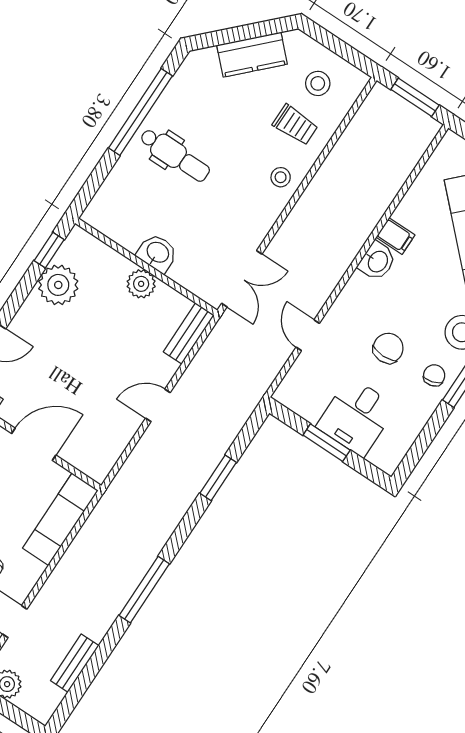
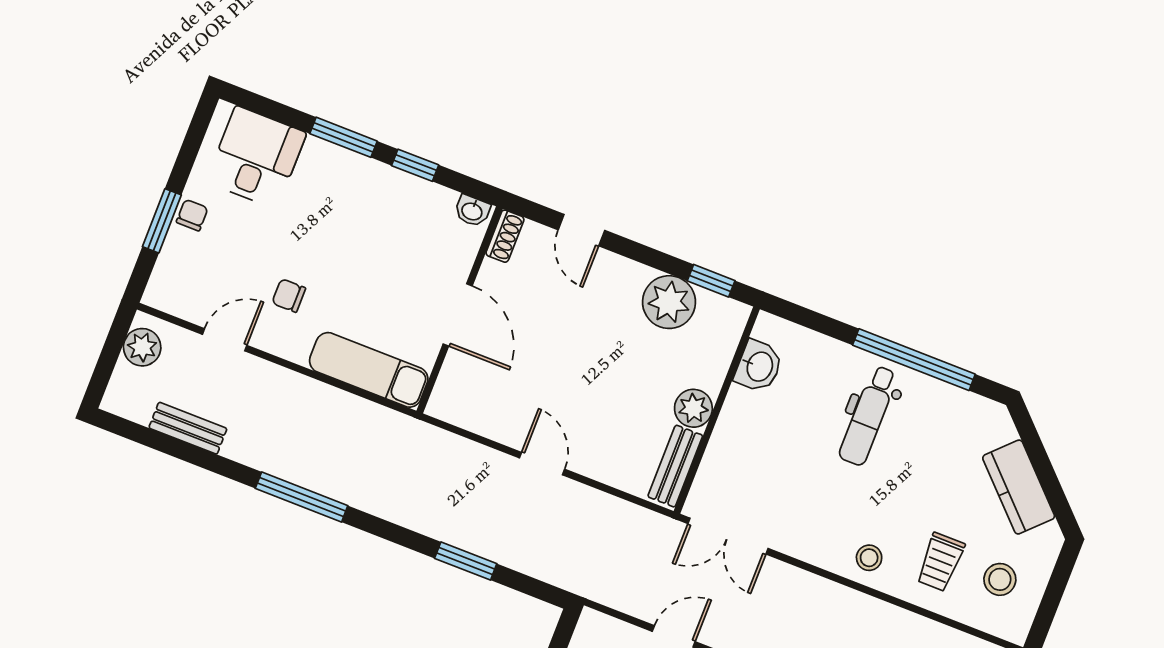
washbasin: (157, 253) -> (759, 366), moved
bench: (189, 333) -> (675, 466), moved, turned 90

